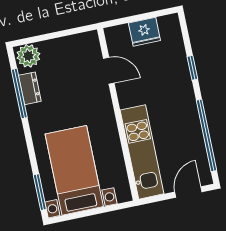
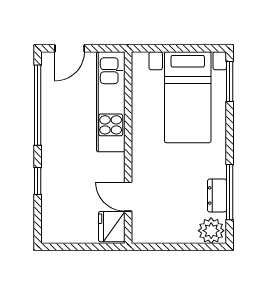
fridge: (144, 32) -> (112, 227), moved, turned -90

